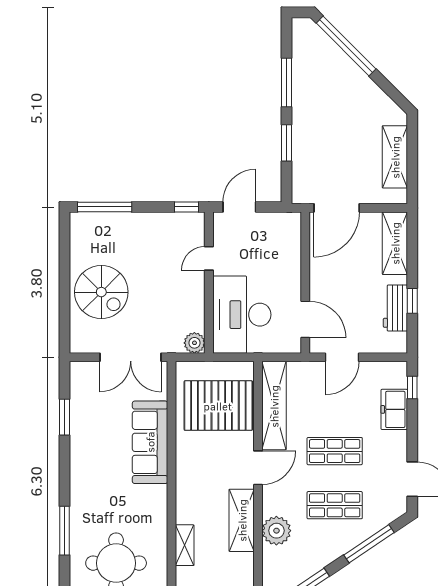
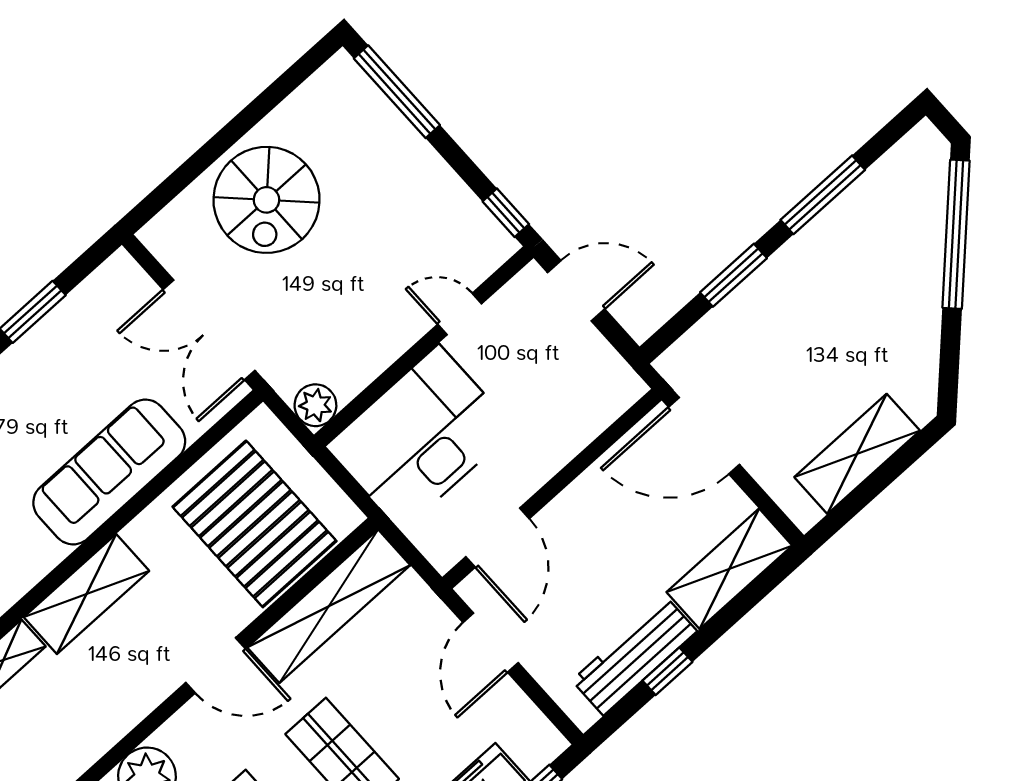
workbench: (395, 308) -> (634, 656), width x1.38
door: (342, 357) -> (491, 643), hinge flipped
shelving: (242, 520) -> (86, 594), moved

